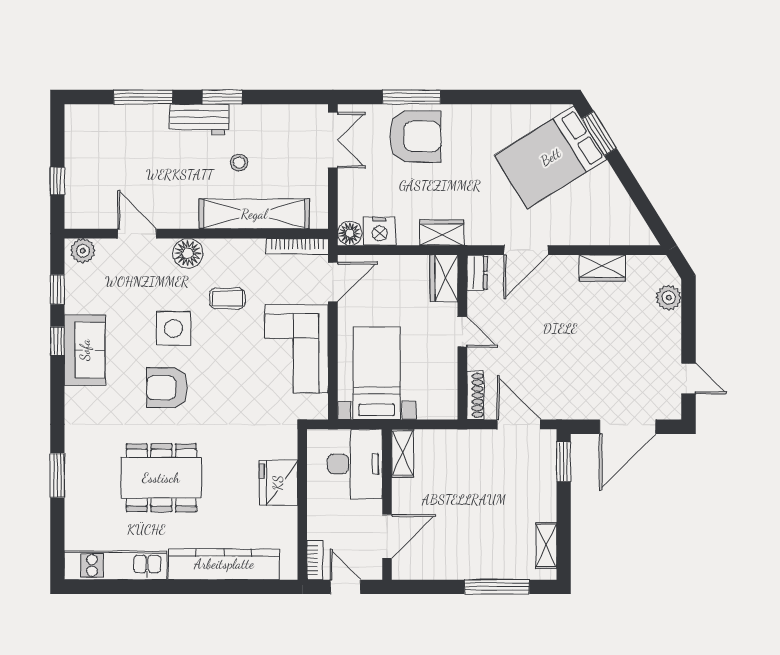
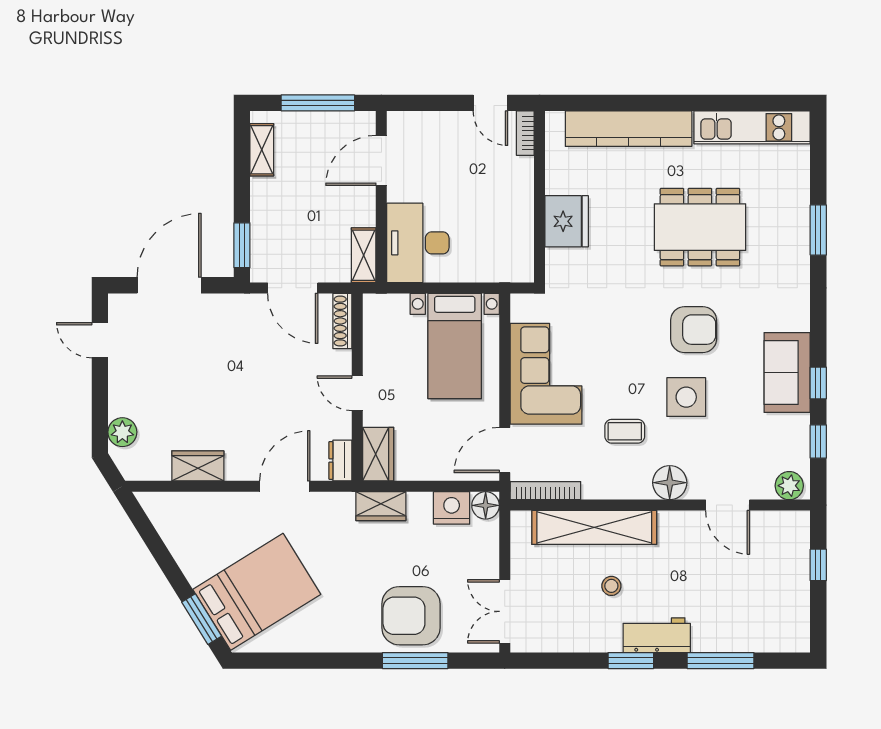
shelving: (403, 453) -> (364, 255), moved
desk: (355, 464) -> (418, 243), moved
wall: (387, 504) -> (381, 197), moved
door: (387, 536) -> (381, 160), moved

